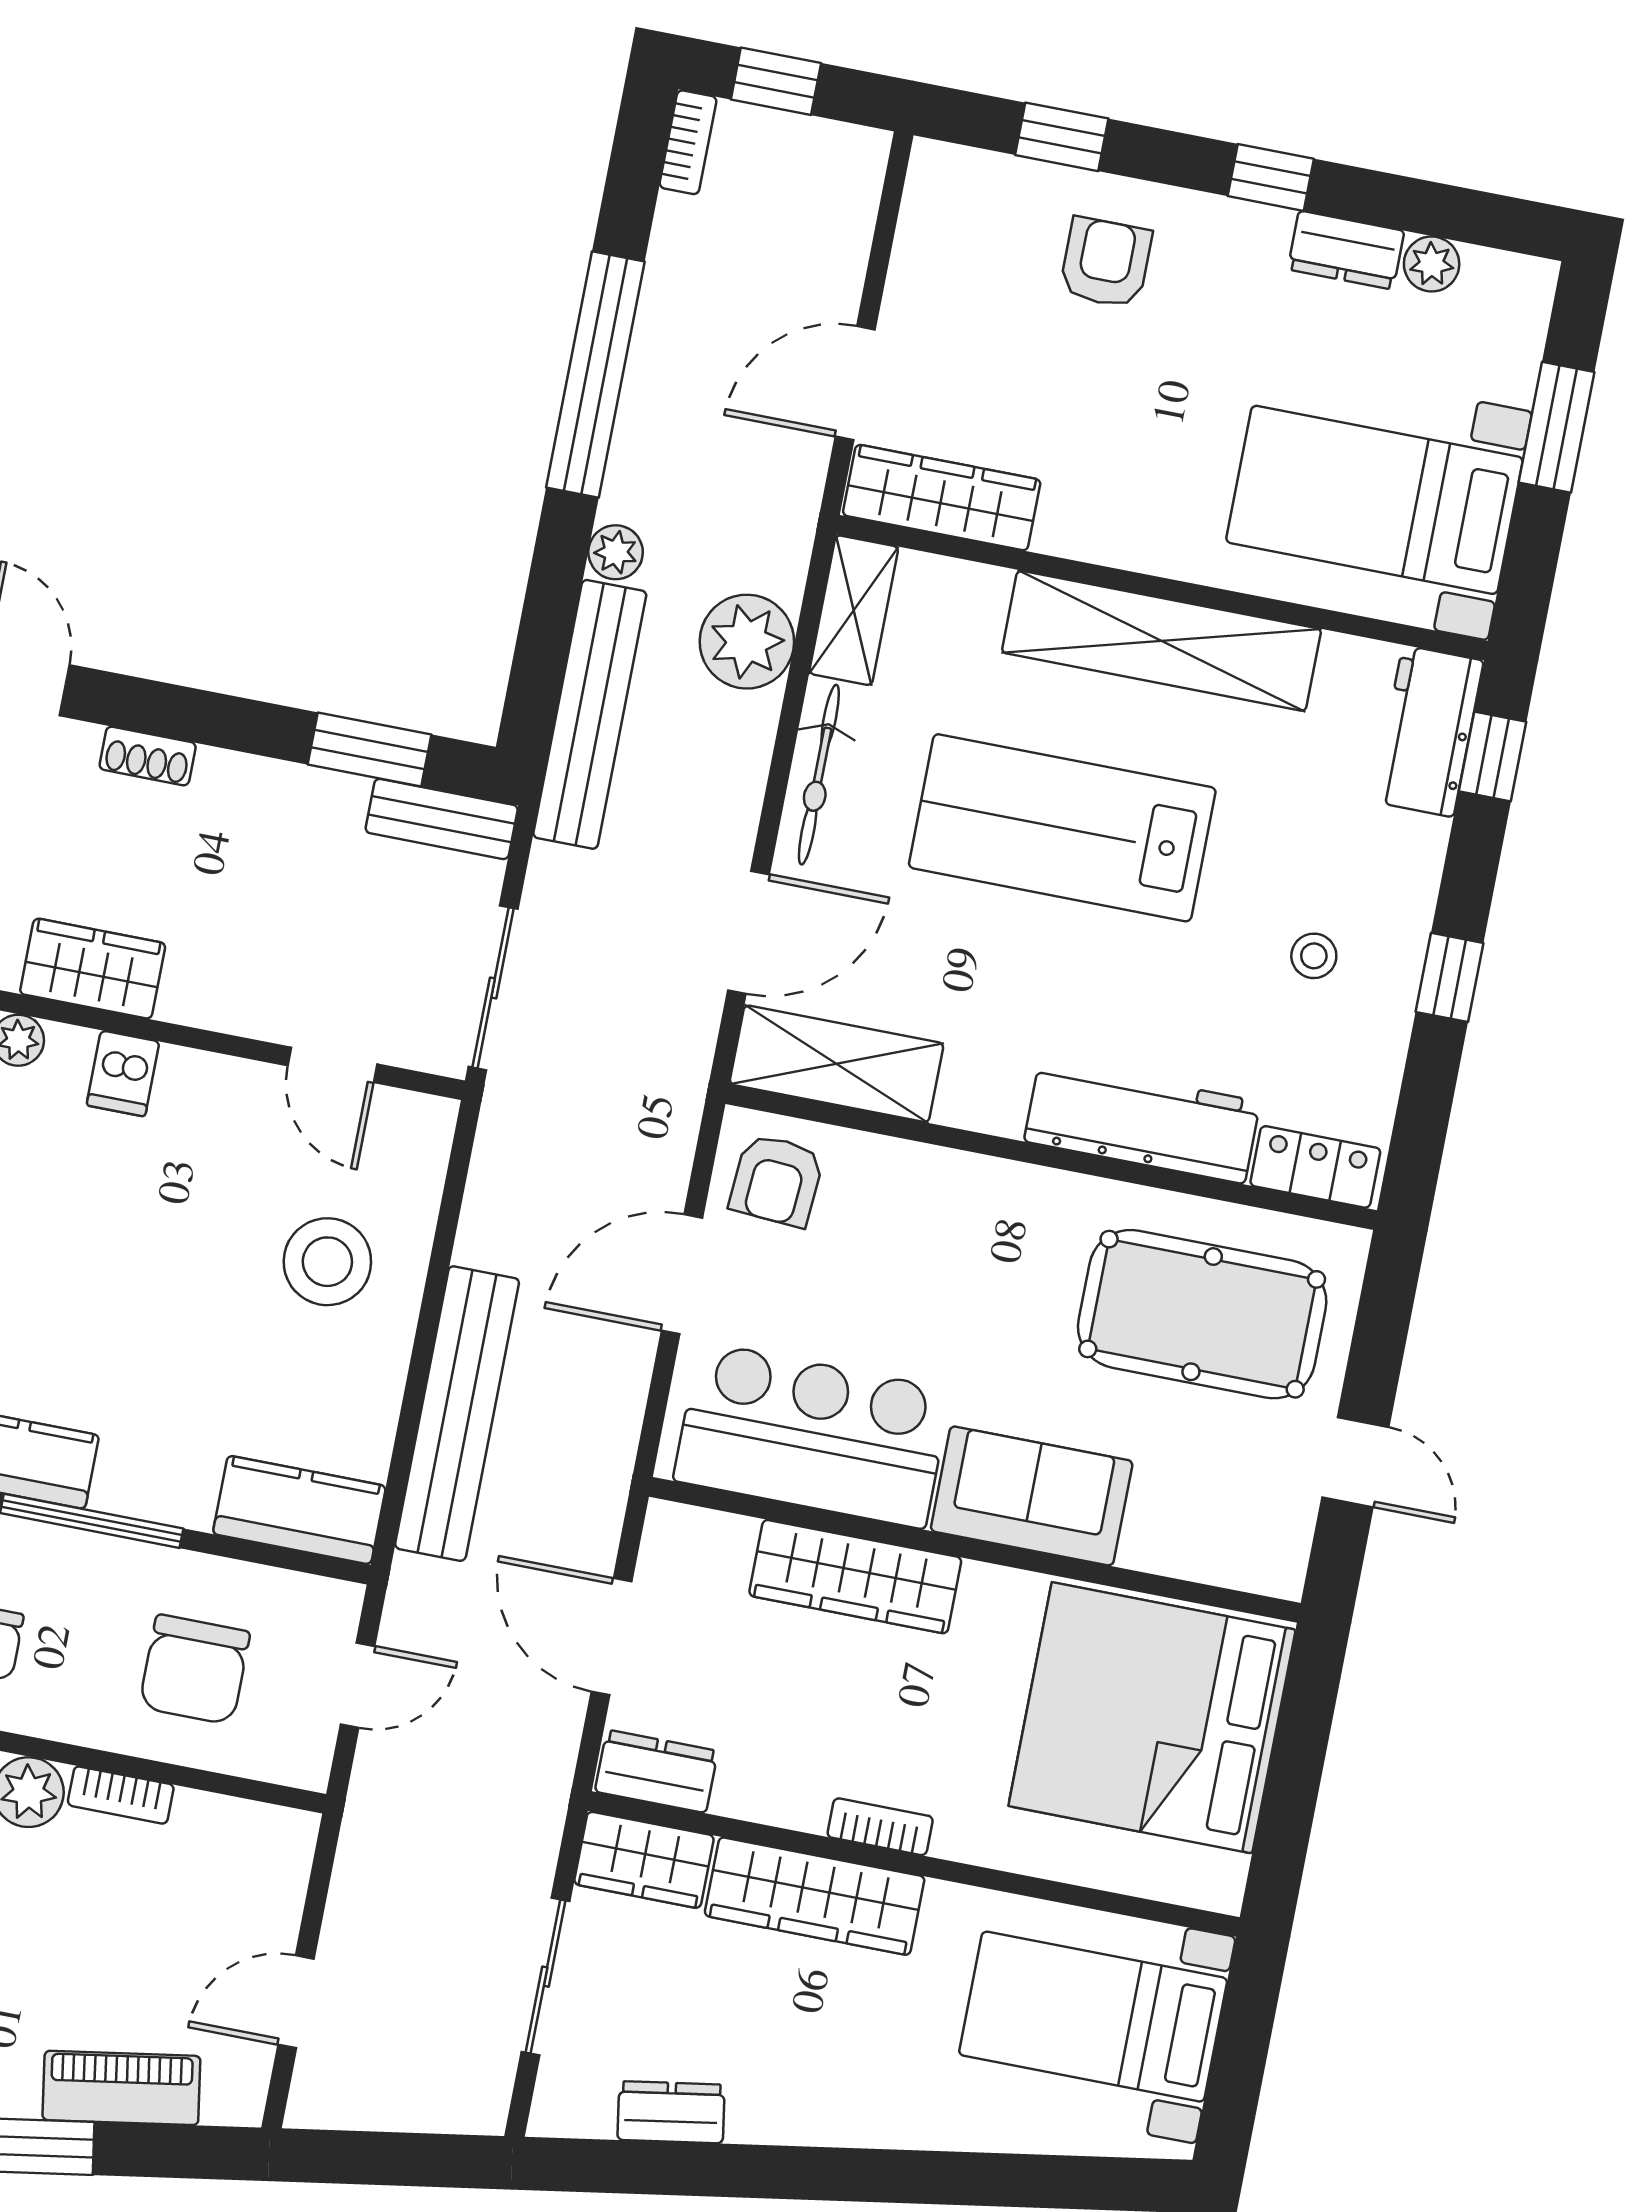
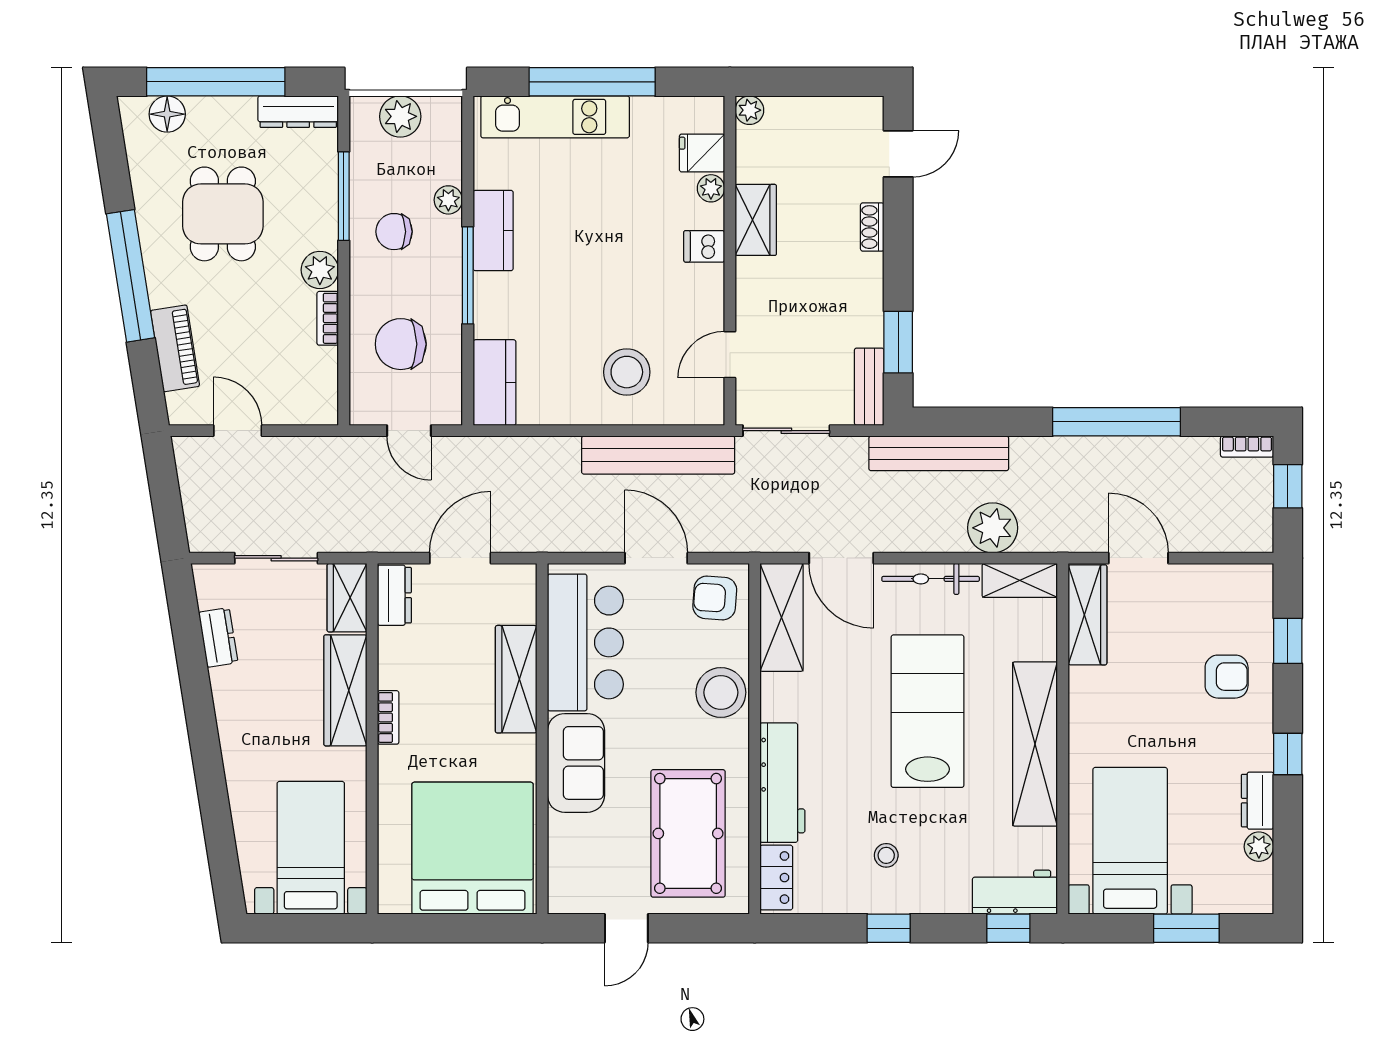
plant: (616, 552) -> (1026, 450), removed
stool: (953, 1203) -> (721, 692), added
bench: (457, 1414) -> (658, 455), moved

